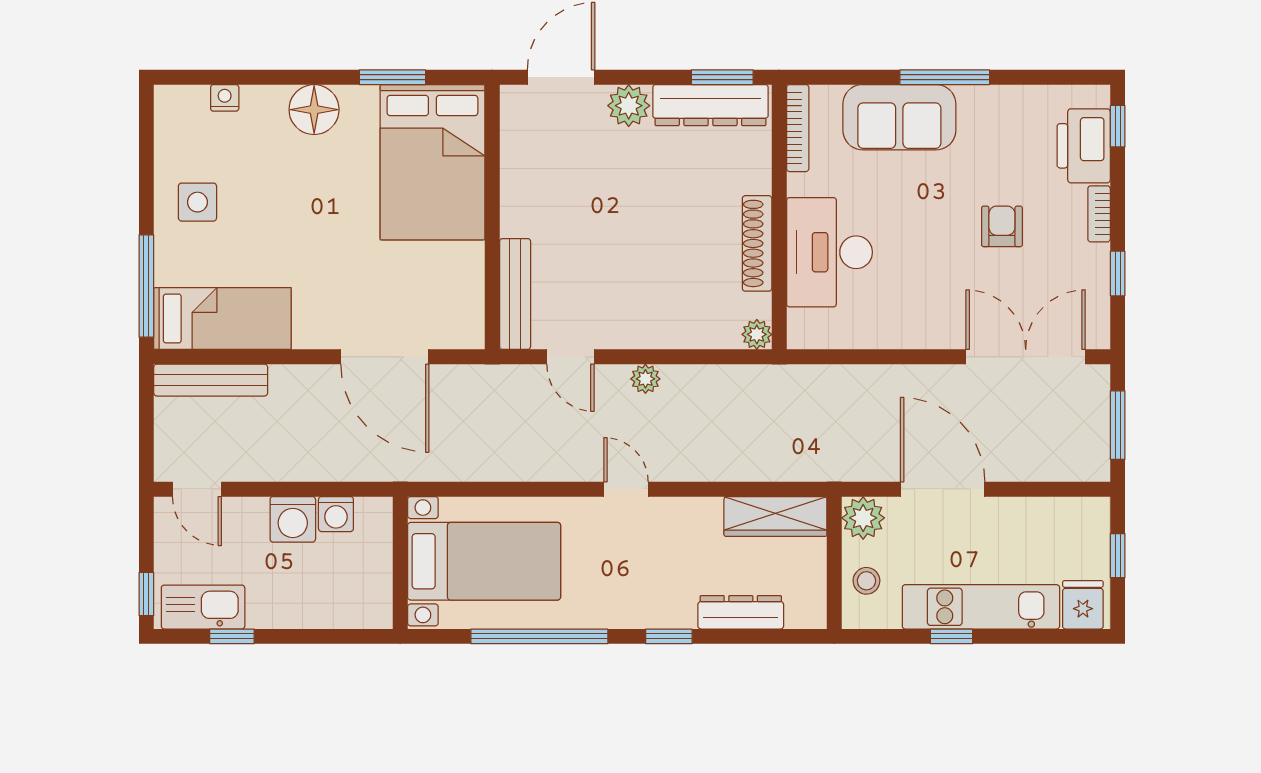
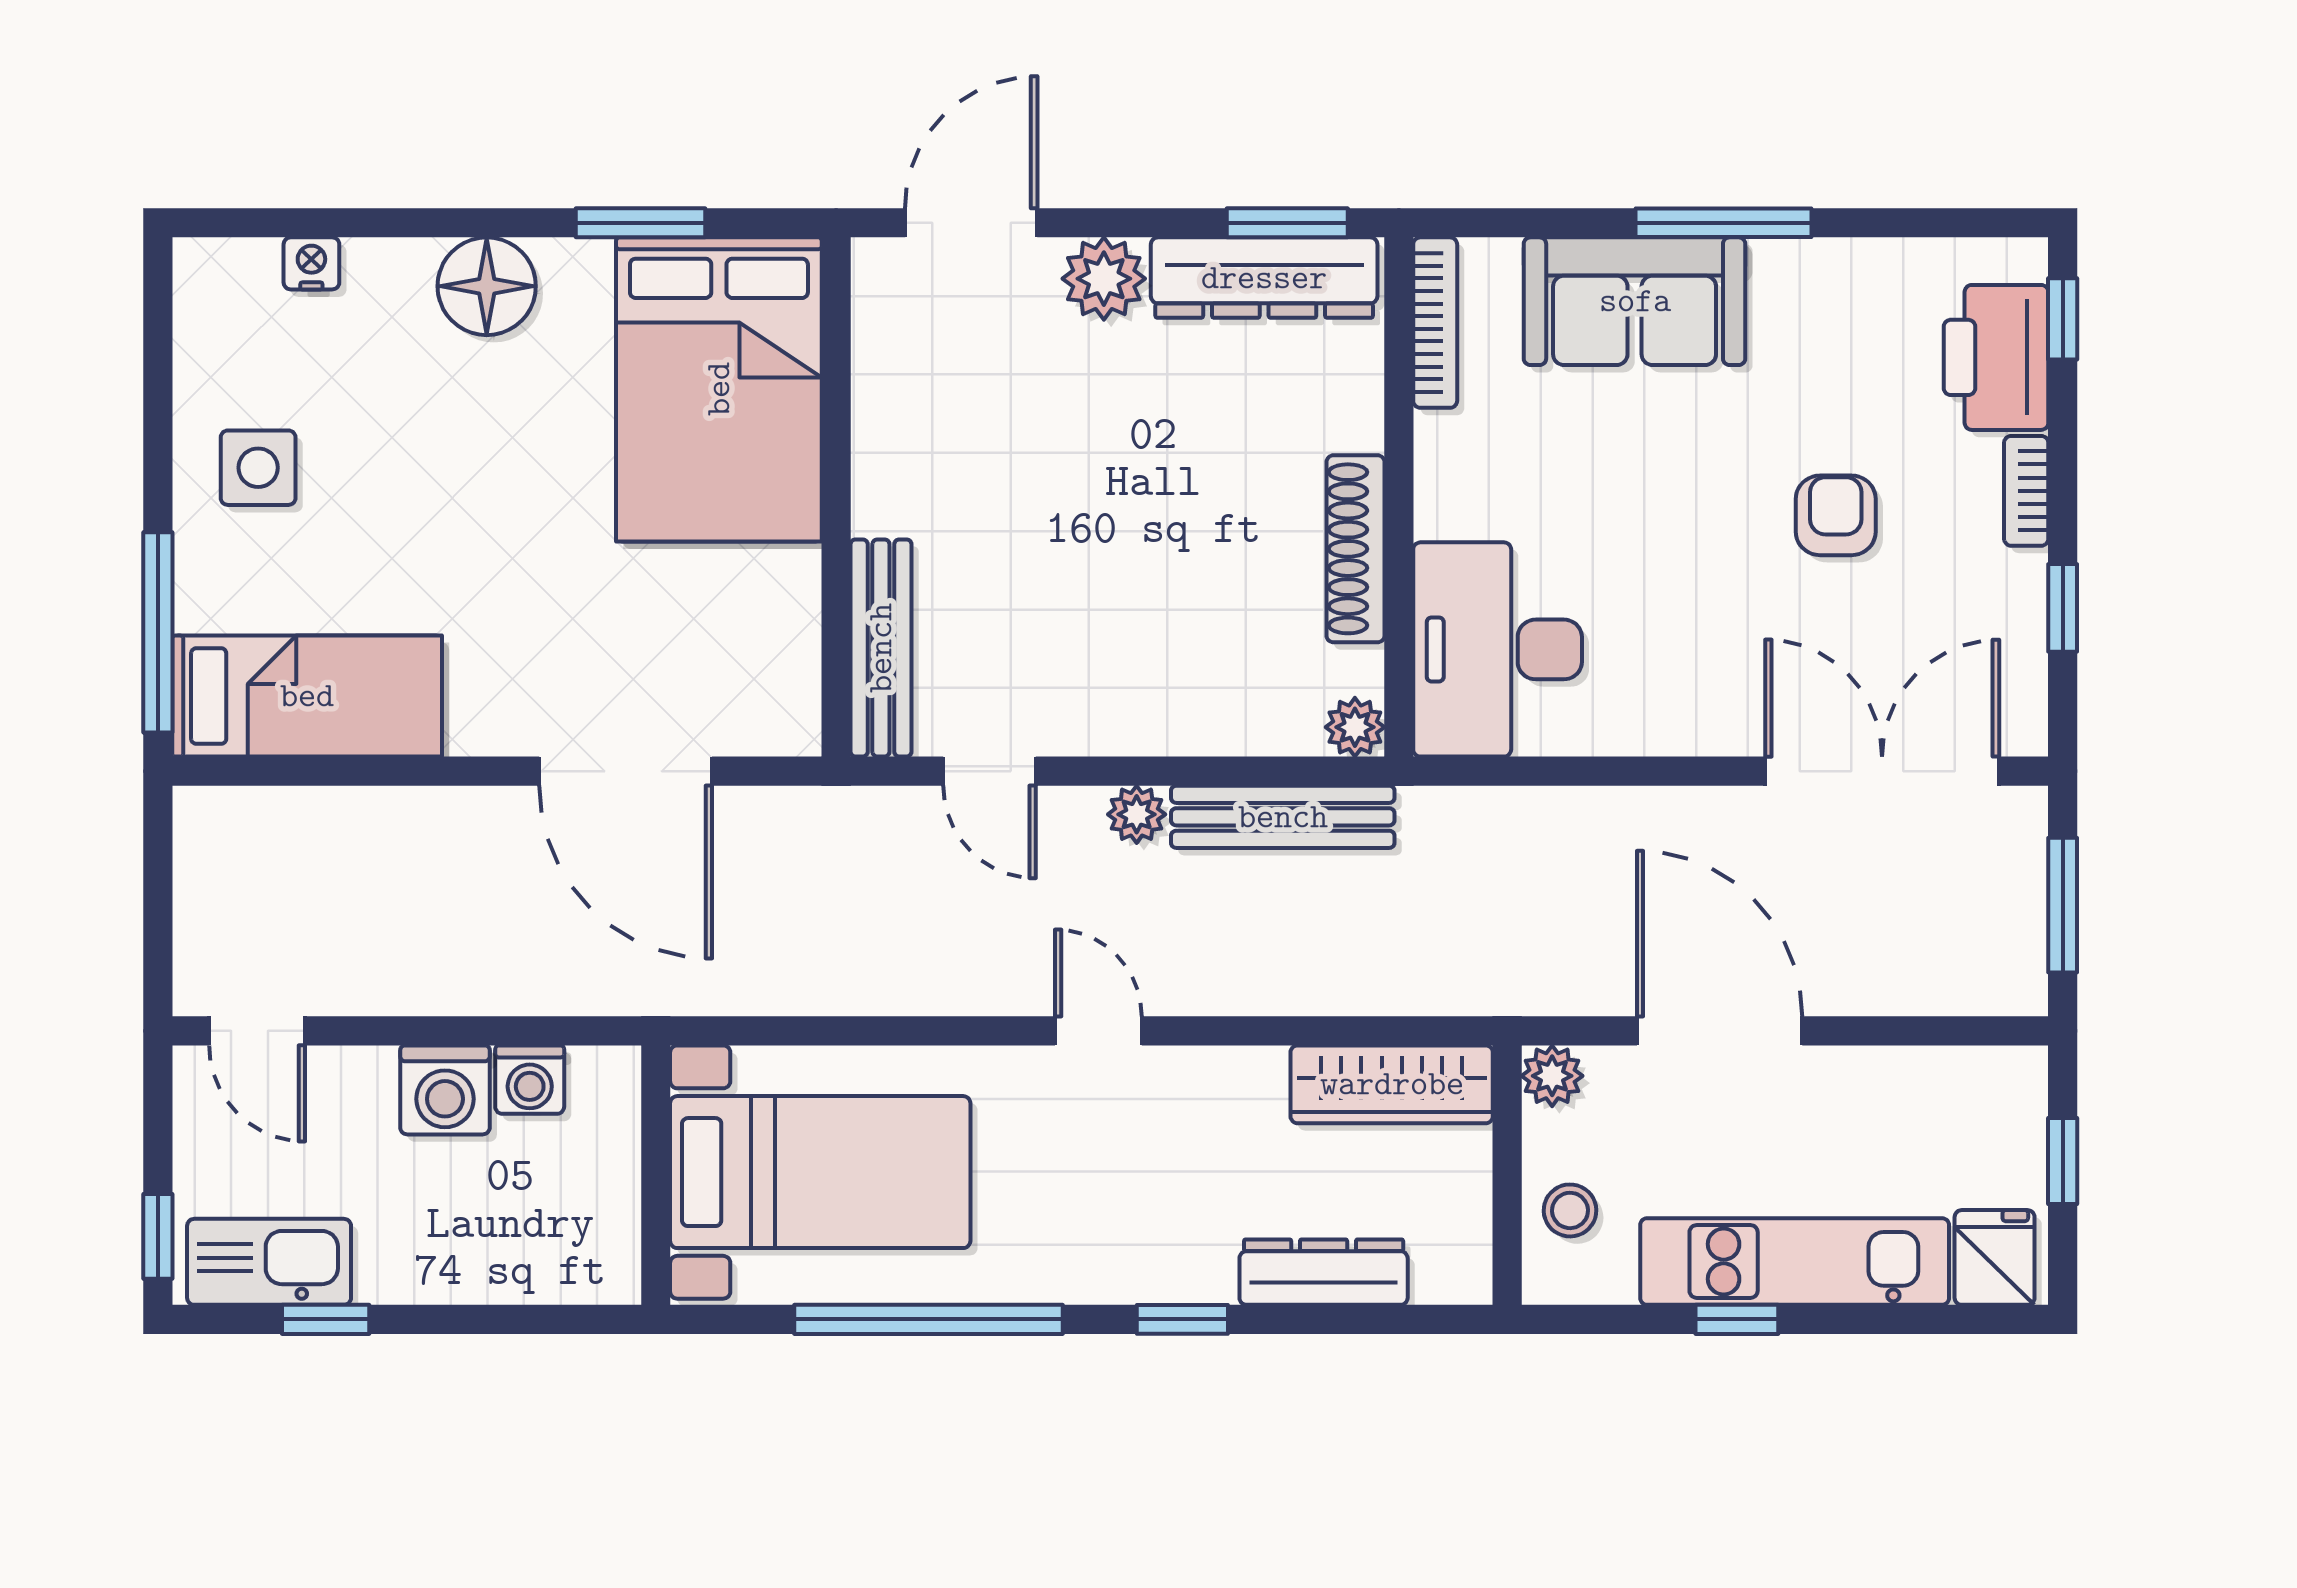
desk: (829, 252) -> (1498, 649), moved
bench: (211, 380) -> (1283, 817), moved
plant: (863, 518) -> (1552, 1076), width x0.73, depth x0.73

